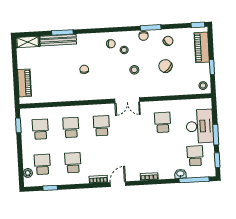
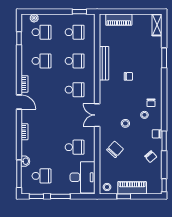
bench: (58, 40) -> (104, 63), moved
piano: (202, 47) -> (132, 188), moved
chair: (165, 66) -> (115, 149), moved
desk: (200, 126) -> (83, 177), moved, turned -90

